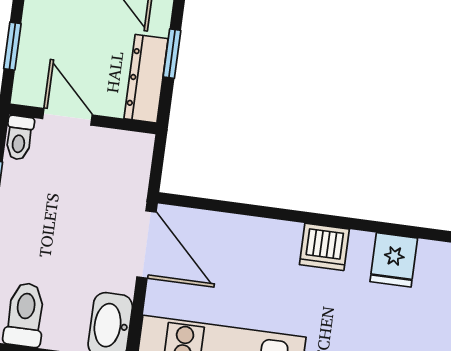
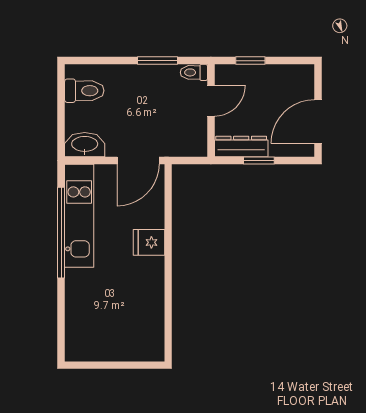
dishwasher: (324, 247) -> (151, 271), removed
fridge: (394, 260) -> (149, 242), moved

